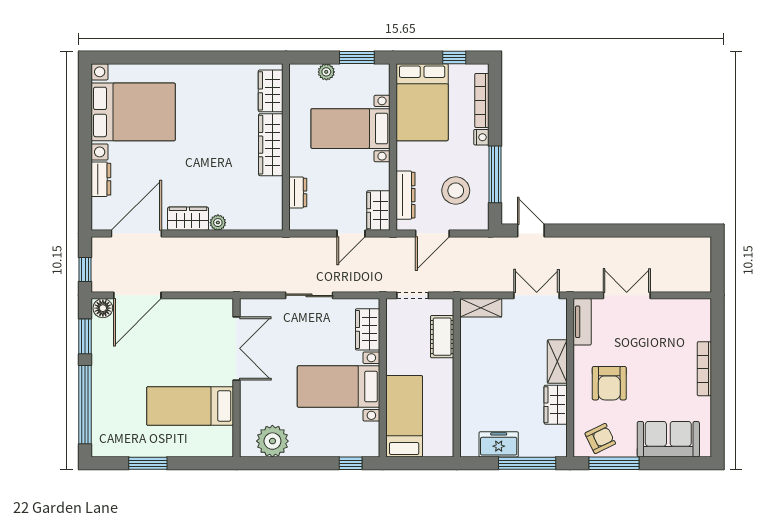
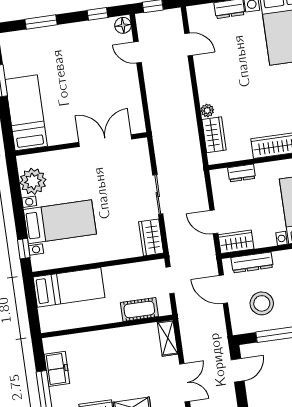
wardrobe: (188, 219) -> (214, 135), moved
door: (136, 234) -> (189, 44), width x0.53
door: (137, 295) -> (138, 52), width x0.53
wardrobe: (368, 329) -> (151, 237), moved, turned -90
window: (85, 336) -> (98, 14), width x0.67
double door: (236, 348) -> (105, 141), swing flipped
bed with nightstands: (339, 387) -> (60, 222), moved, turned 90
window: (85, 405) -> (41, 22), width x0.47
bed: (190, 406) -> (26, 113), moved

